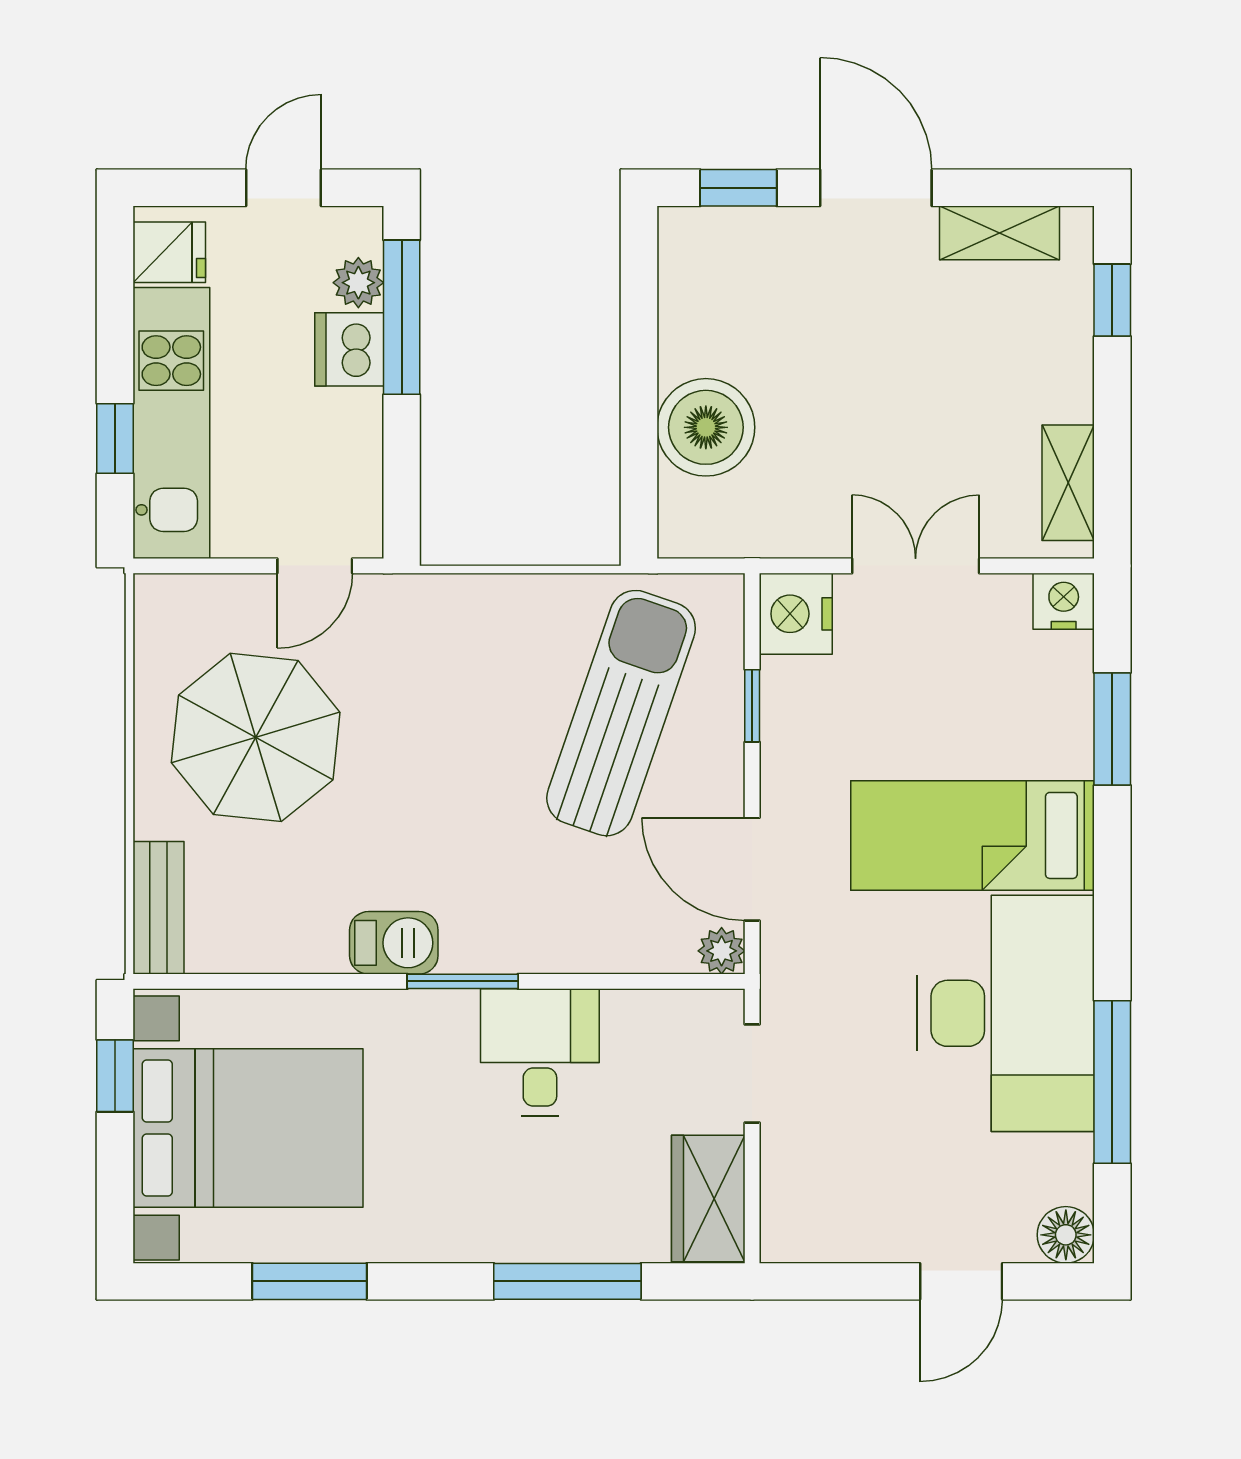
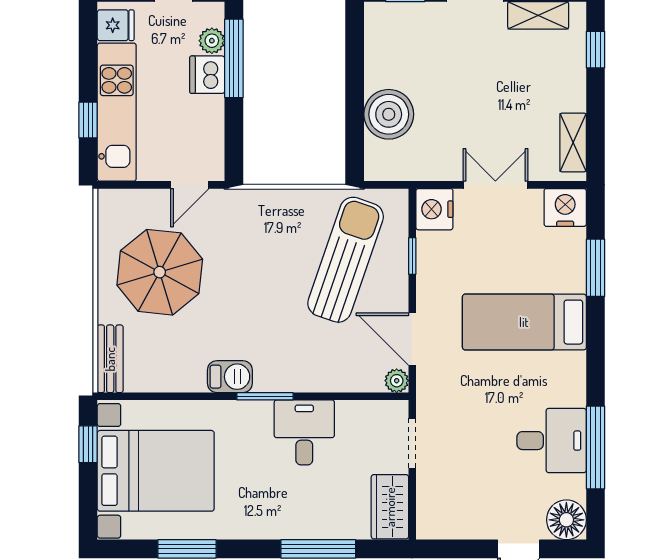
nightstand: (1064, 601) -> (565, 207), width x1.36, depth x1.33
desk: (1006, 1013) -> (552, 441), width x0.53, depth x0.77
floor lamp: (1066, 1235) -> (566, 520), width x1.38, depth x1.38

